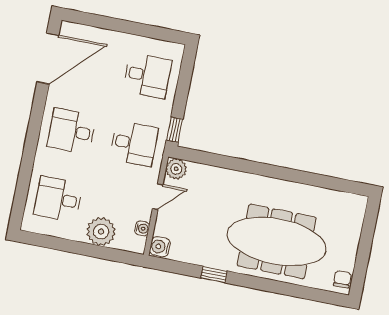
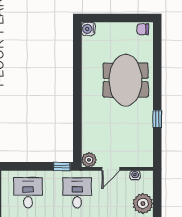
door: (158, 197) -> (111, 169), swing flipped
meeting table: (277, 242) -> (126, 80), width x0.73
water cooler: (160, 247) -> (88, 29), moved, turned 90

